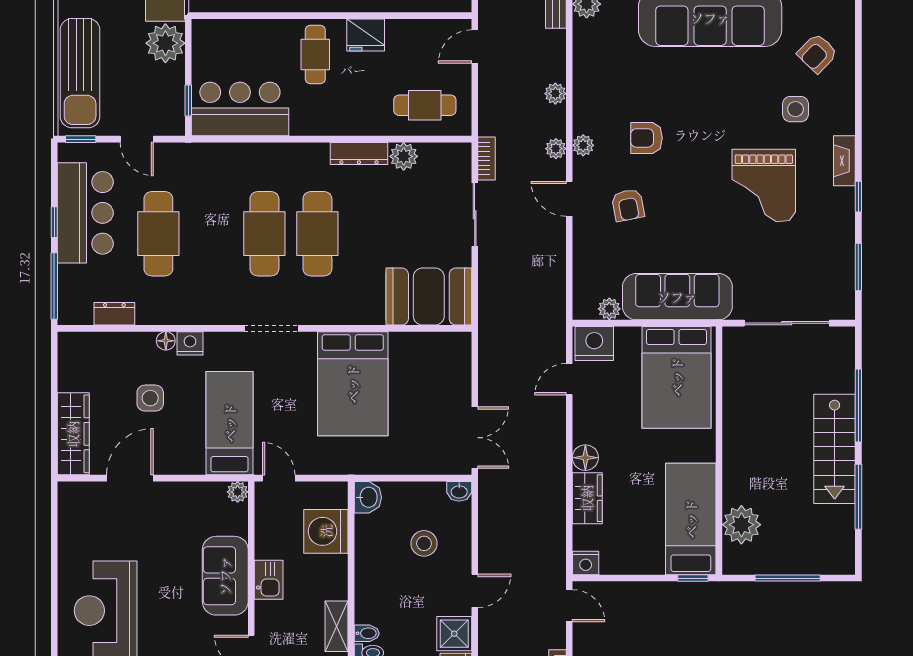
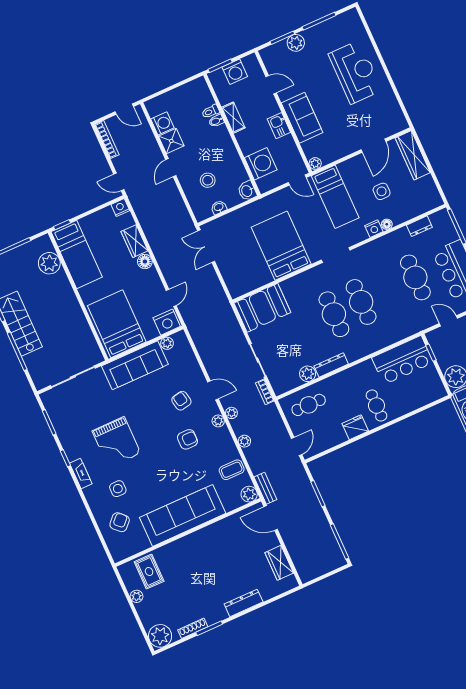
coffee table: (597, 56) -> (232, 470), added
grand piano: (764, 186) -> (116, 442), turned 180
washbasin: (459, 491) -> (219, 207), moved

